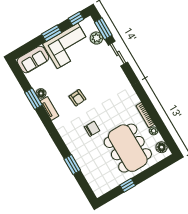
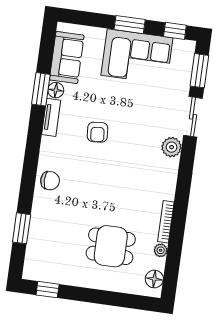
plant: (97, 38) -> (172, 147), moved
sofa: (33, 59) -> (67, 58), moved, turned -90
chair: (92, 129) -> (50, 181), moved
dining table: (128, 148) -> (111, 246), width x0.53, depth x0.80
window: (72, 165) -> (22, 228), moved
window: (128, 185) -> (48, 290), moved

